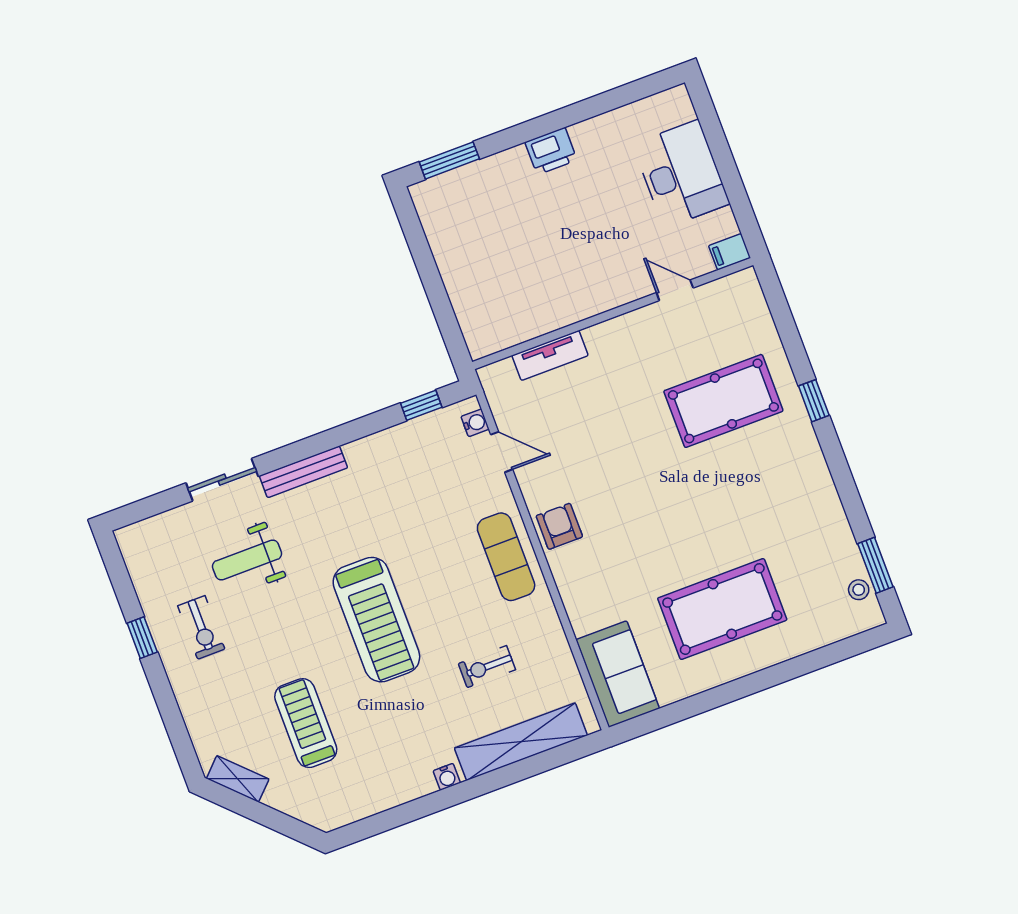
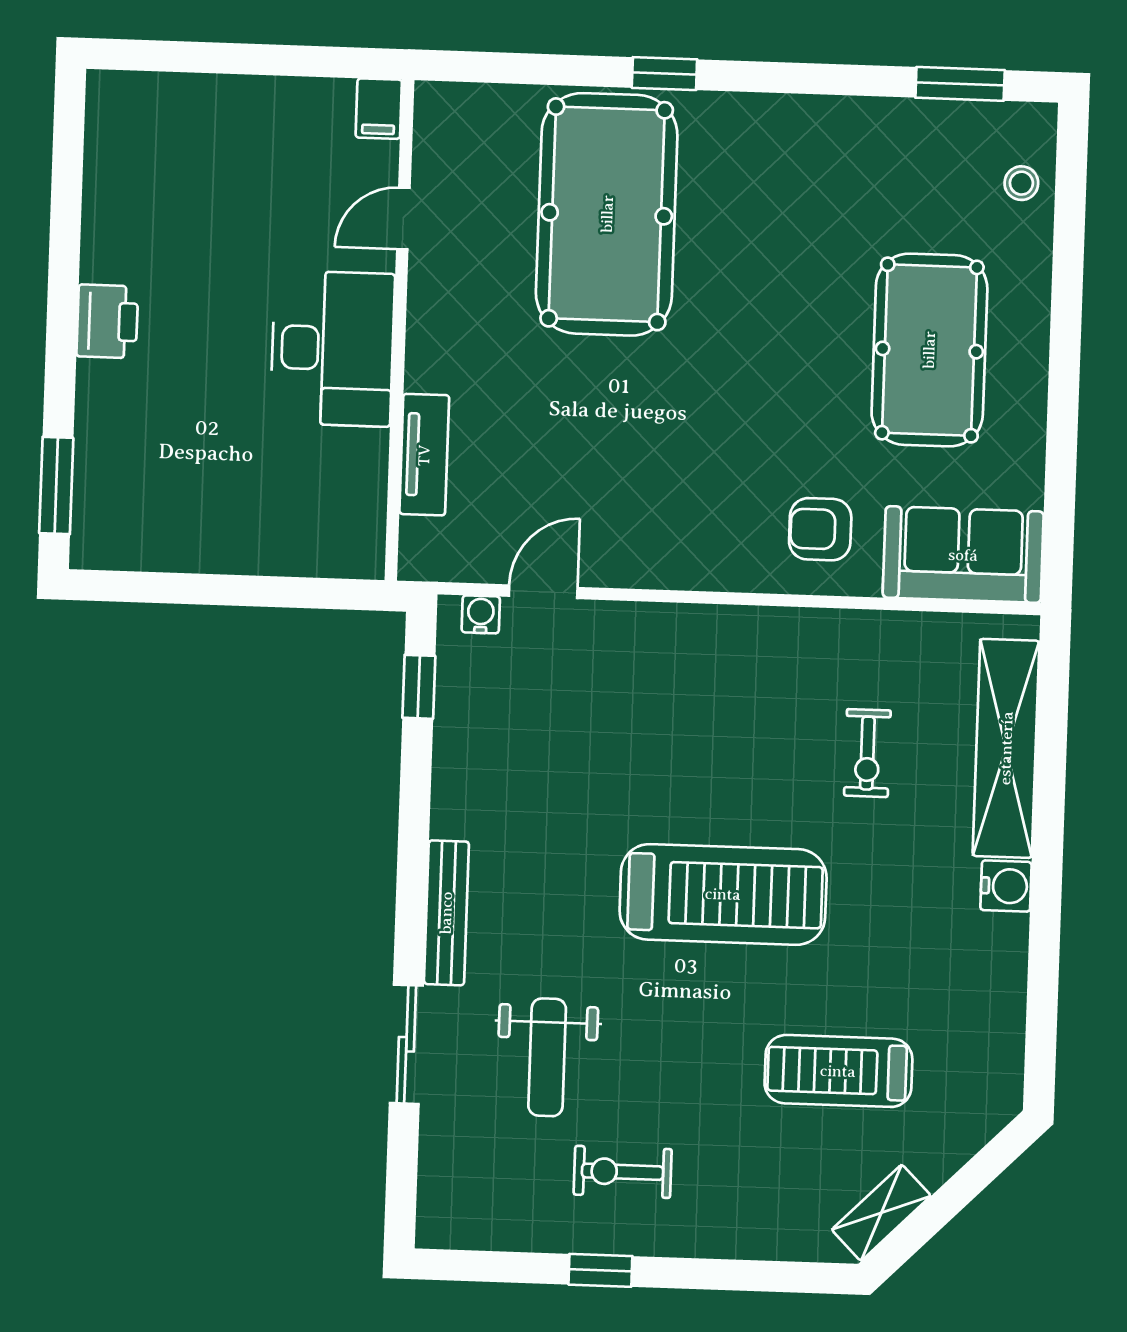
desk: (681, 174) -> (333, 348), moved, turned 90
pool table: (723, 401) -> (607, 214), width x1.36, depth x1.32
armchair: (559, 526) -> (820, 529), moved
exercise mat: (506, 557) -> (709, 653), removed
stool: (859, 590) -> (1021, 183), moved
exercise bike: (201, 627) -> (623, 1172), turned 180
water cooler: (447, 777) -> (1006, 886), width x1.38, depth x1.38

